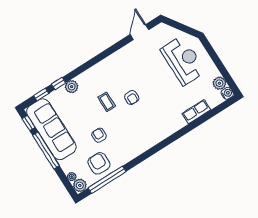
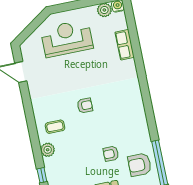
plant: (72, 87) -> (48, 150), moved
coffee table: (107, 102) -> (55, 127), moved

